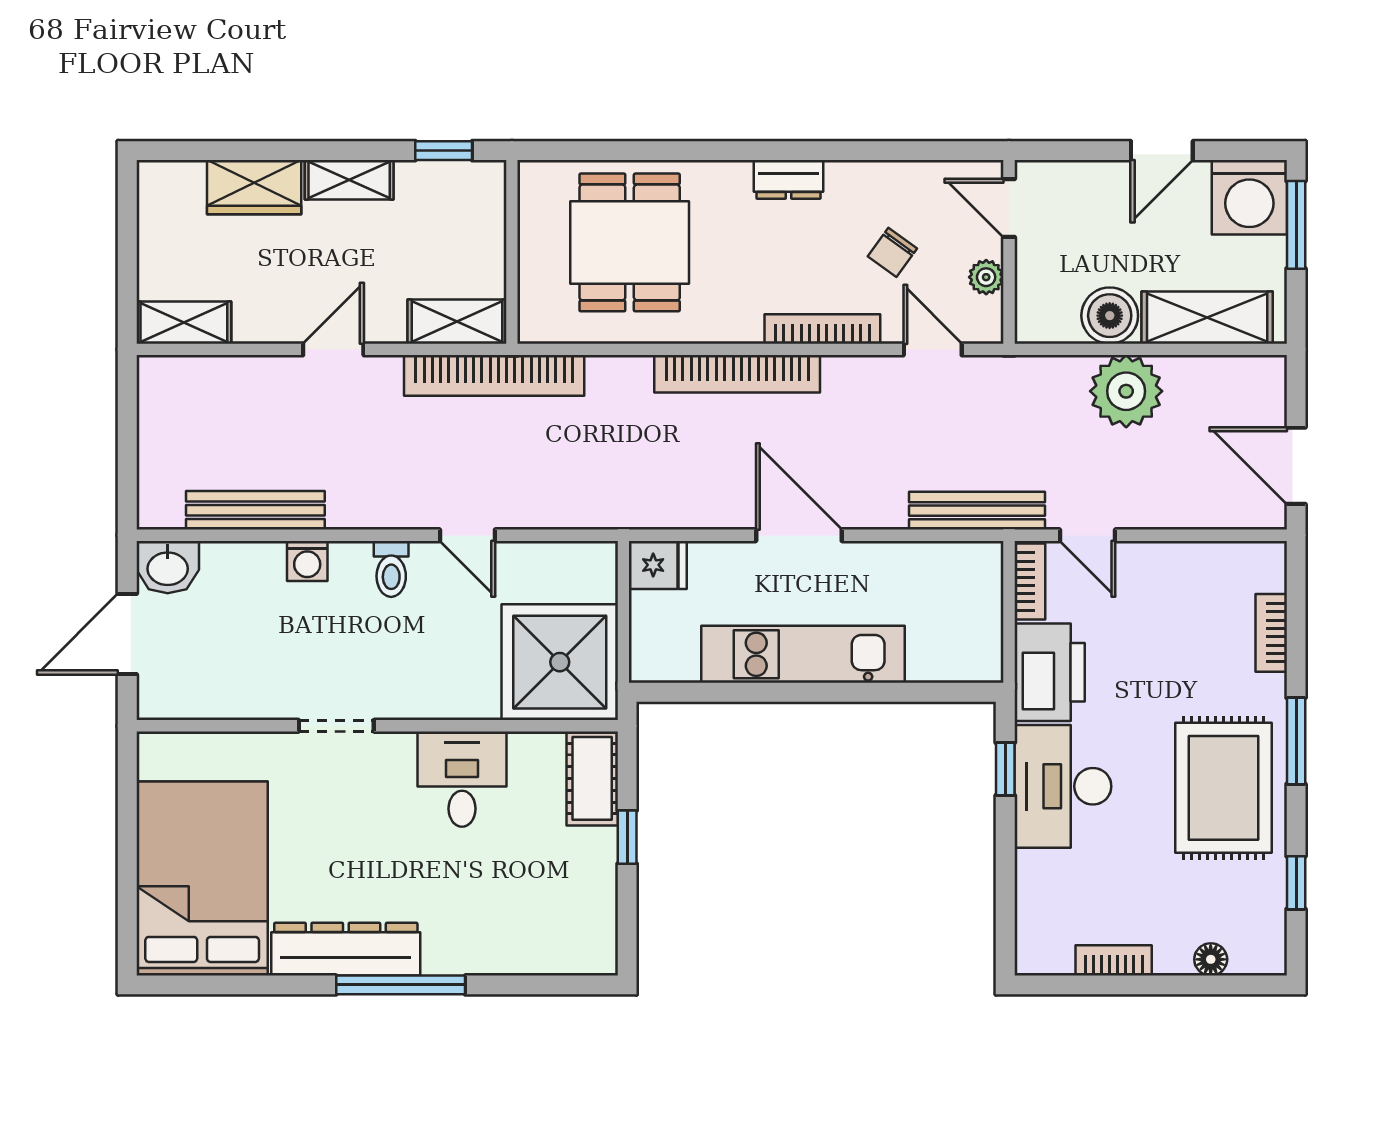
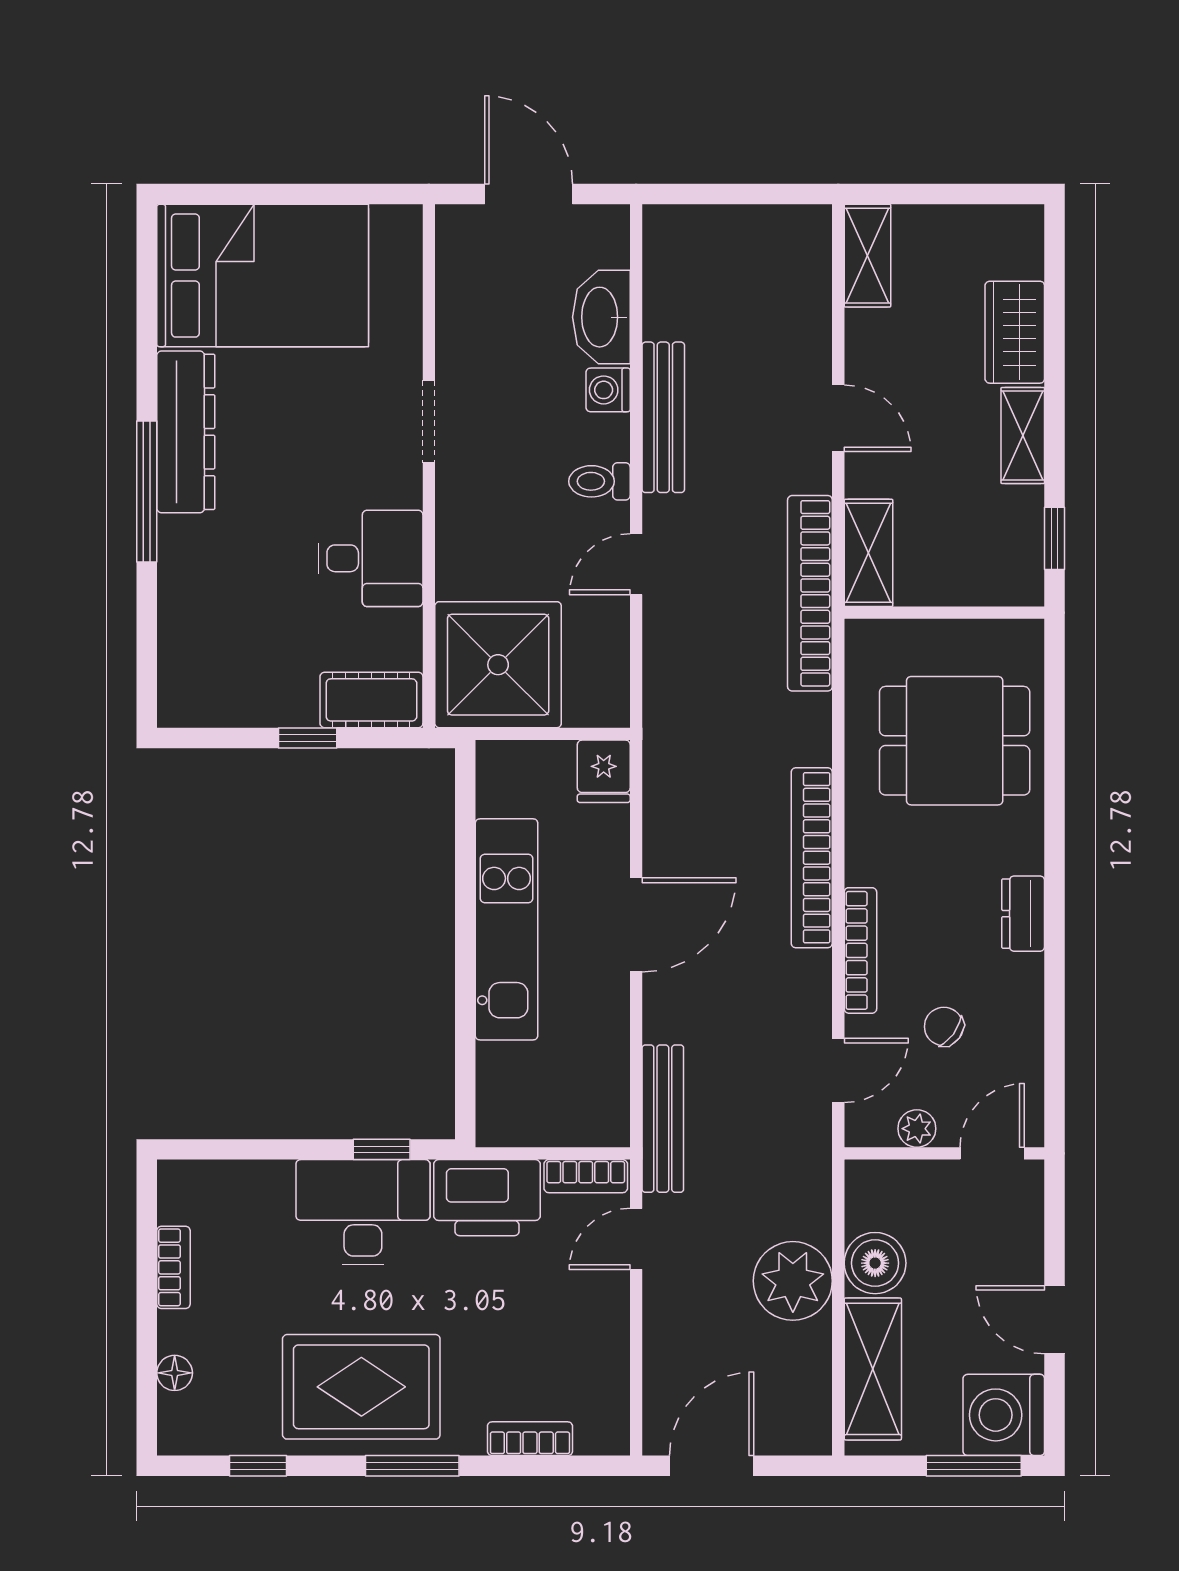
bench: (255, 510) -> (663, 417), moved
washbasin: (168, 567) -> (601, 317), moved, width x1.38

